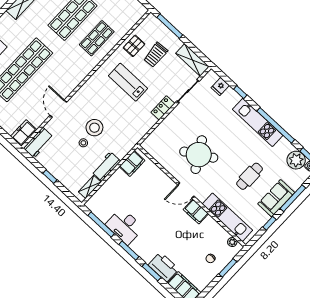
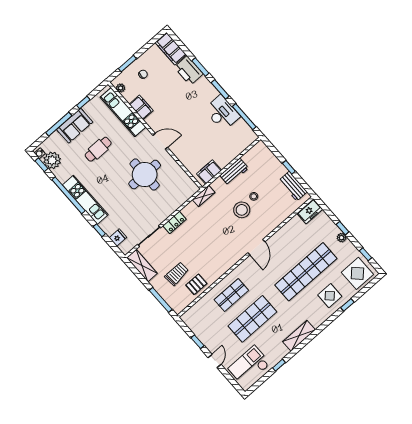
lab bench: (128, 82) -> (206, 250), removed
door: (58, 109) -> (256, 247), moved
workbench: (38, 143) -> (293, 186), moved, turned -90
round table: (199, 155) -> (145, 174), turned 31
shelving: (90, 187) -> (204, 196), moved
filing cabinet: (196, 212) -> (141, 107), moved

